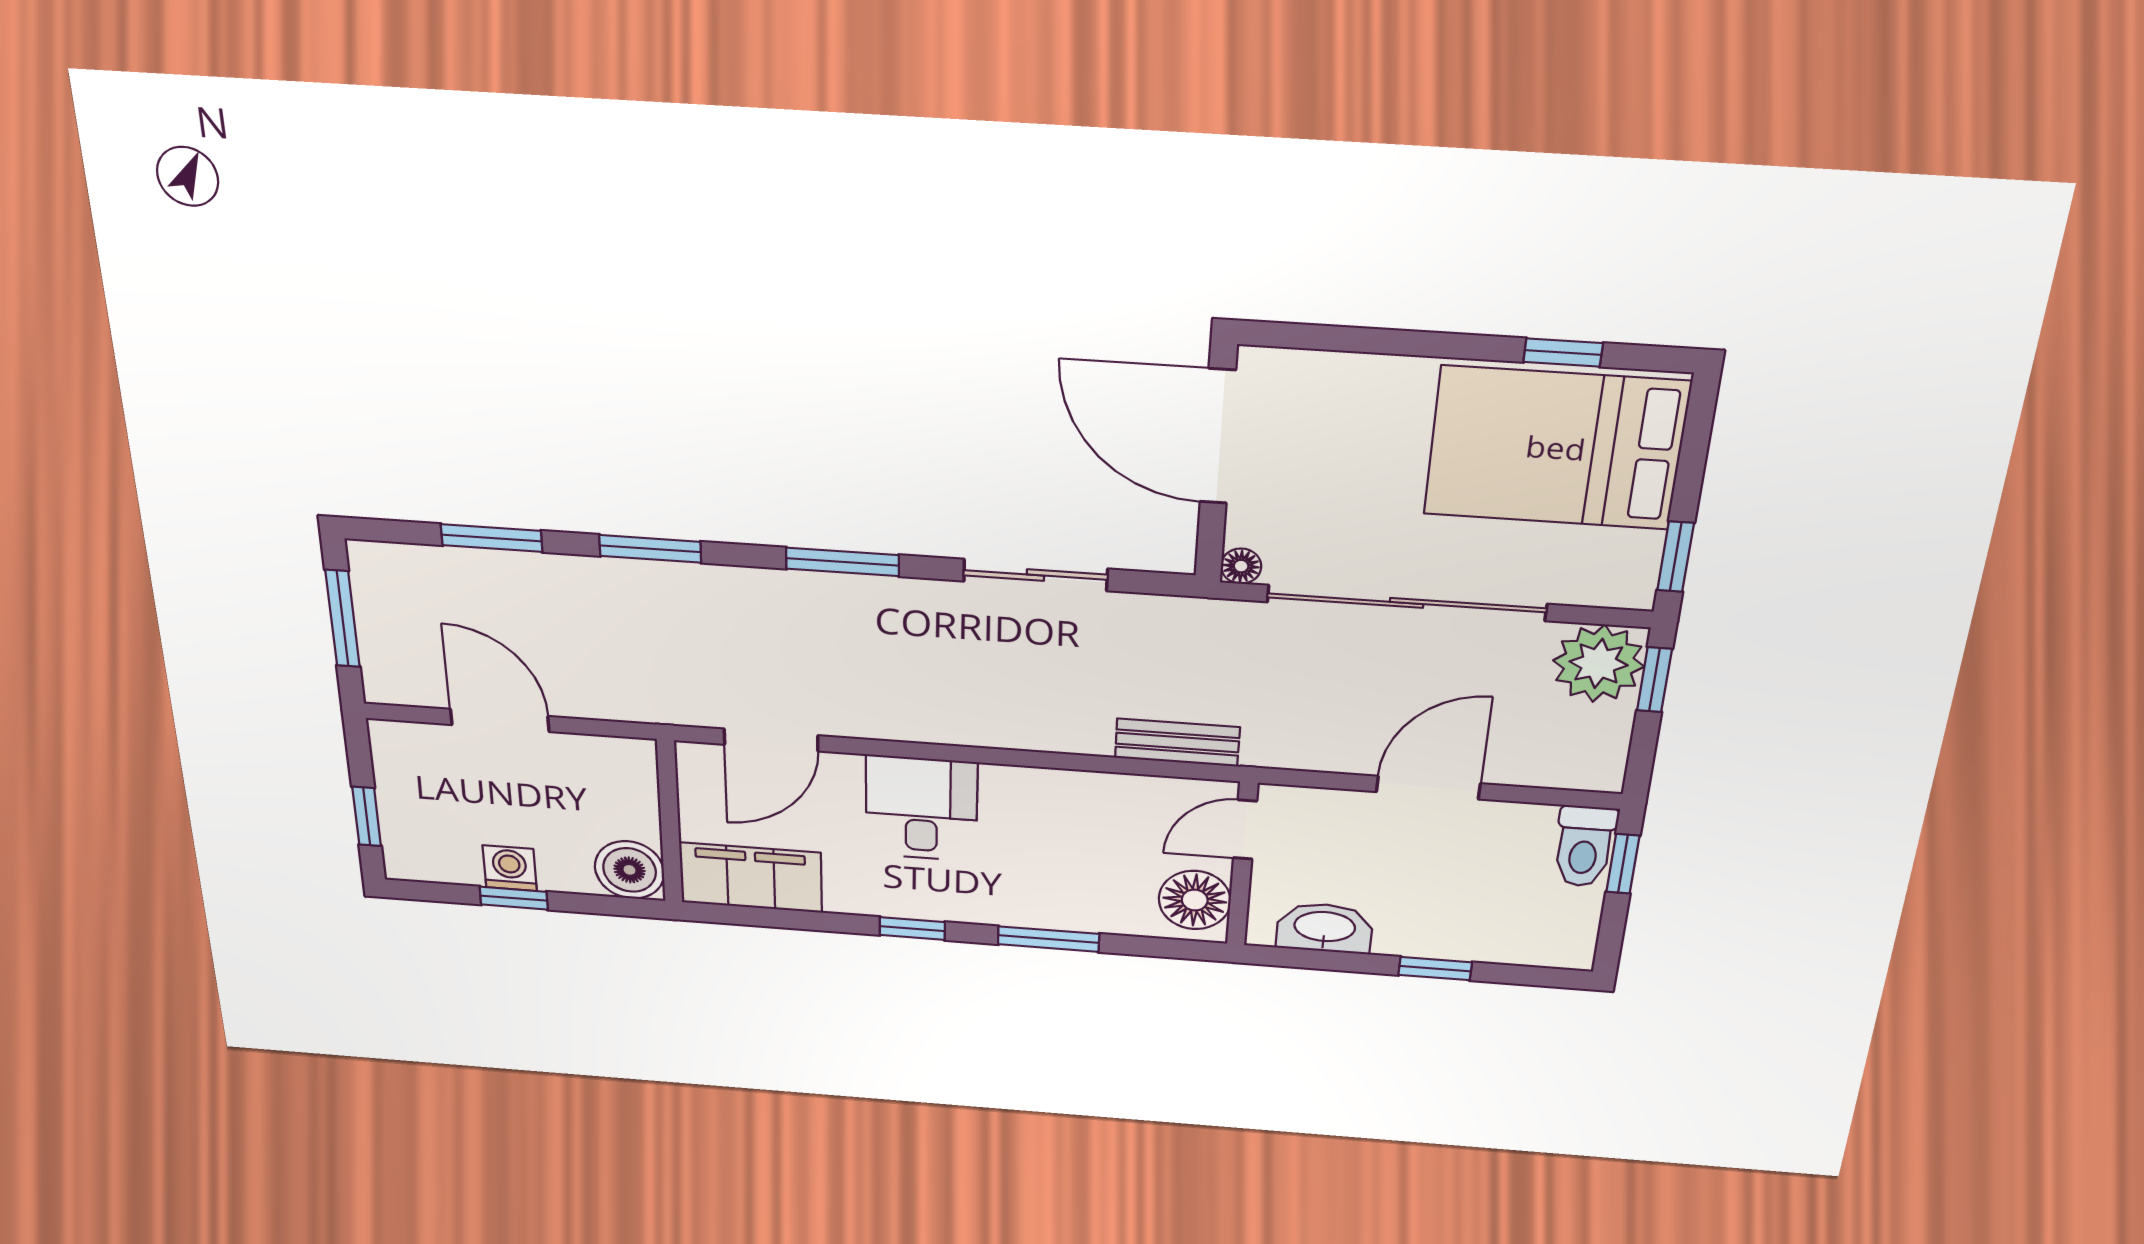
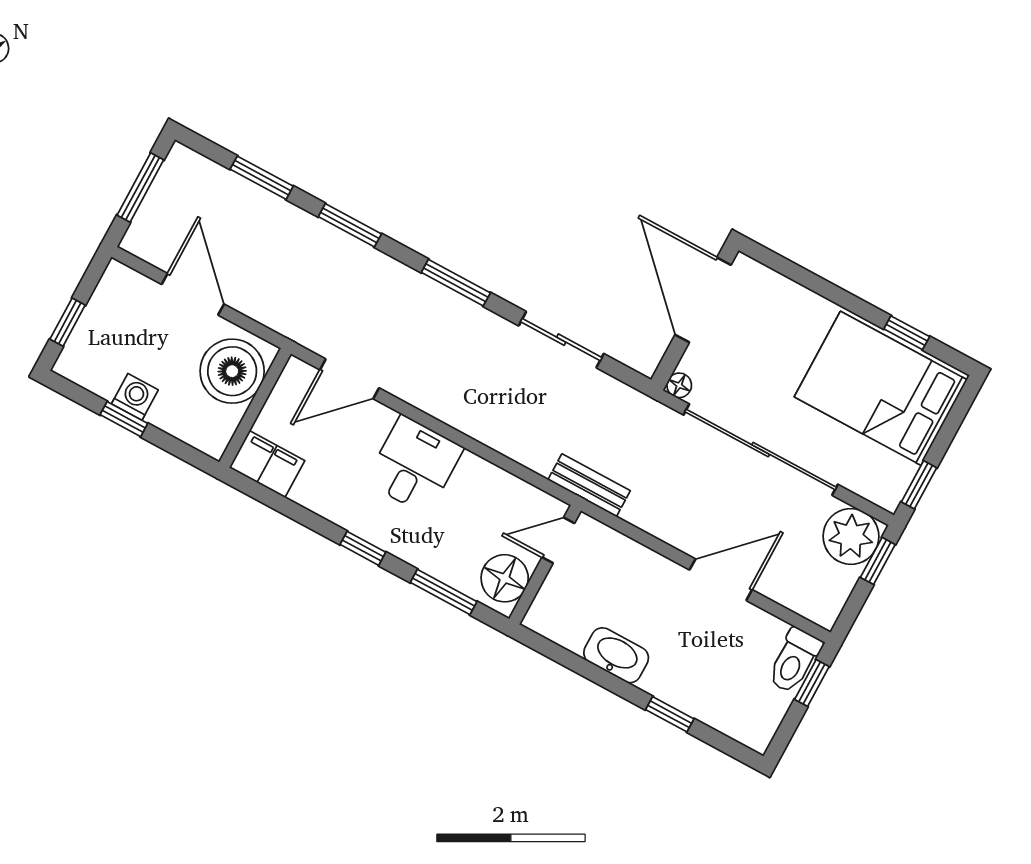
door: (1245, 830) -> (558, 540), moved
wall: (1242, 865) -> (545, 565), moved
boiler: (629, 870) -> (232, 371), moved, width x1.37, depth x1.37
filing cabinet: (751, 878) -> (267, 464), width x0.67, depth x0.86
floor lamp: (1195, 900) -> (505, 578), moved

